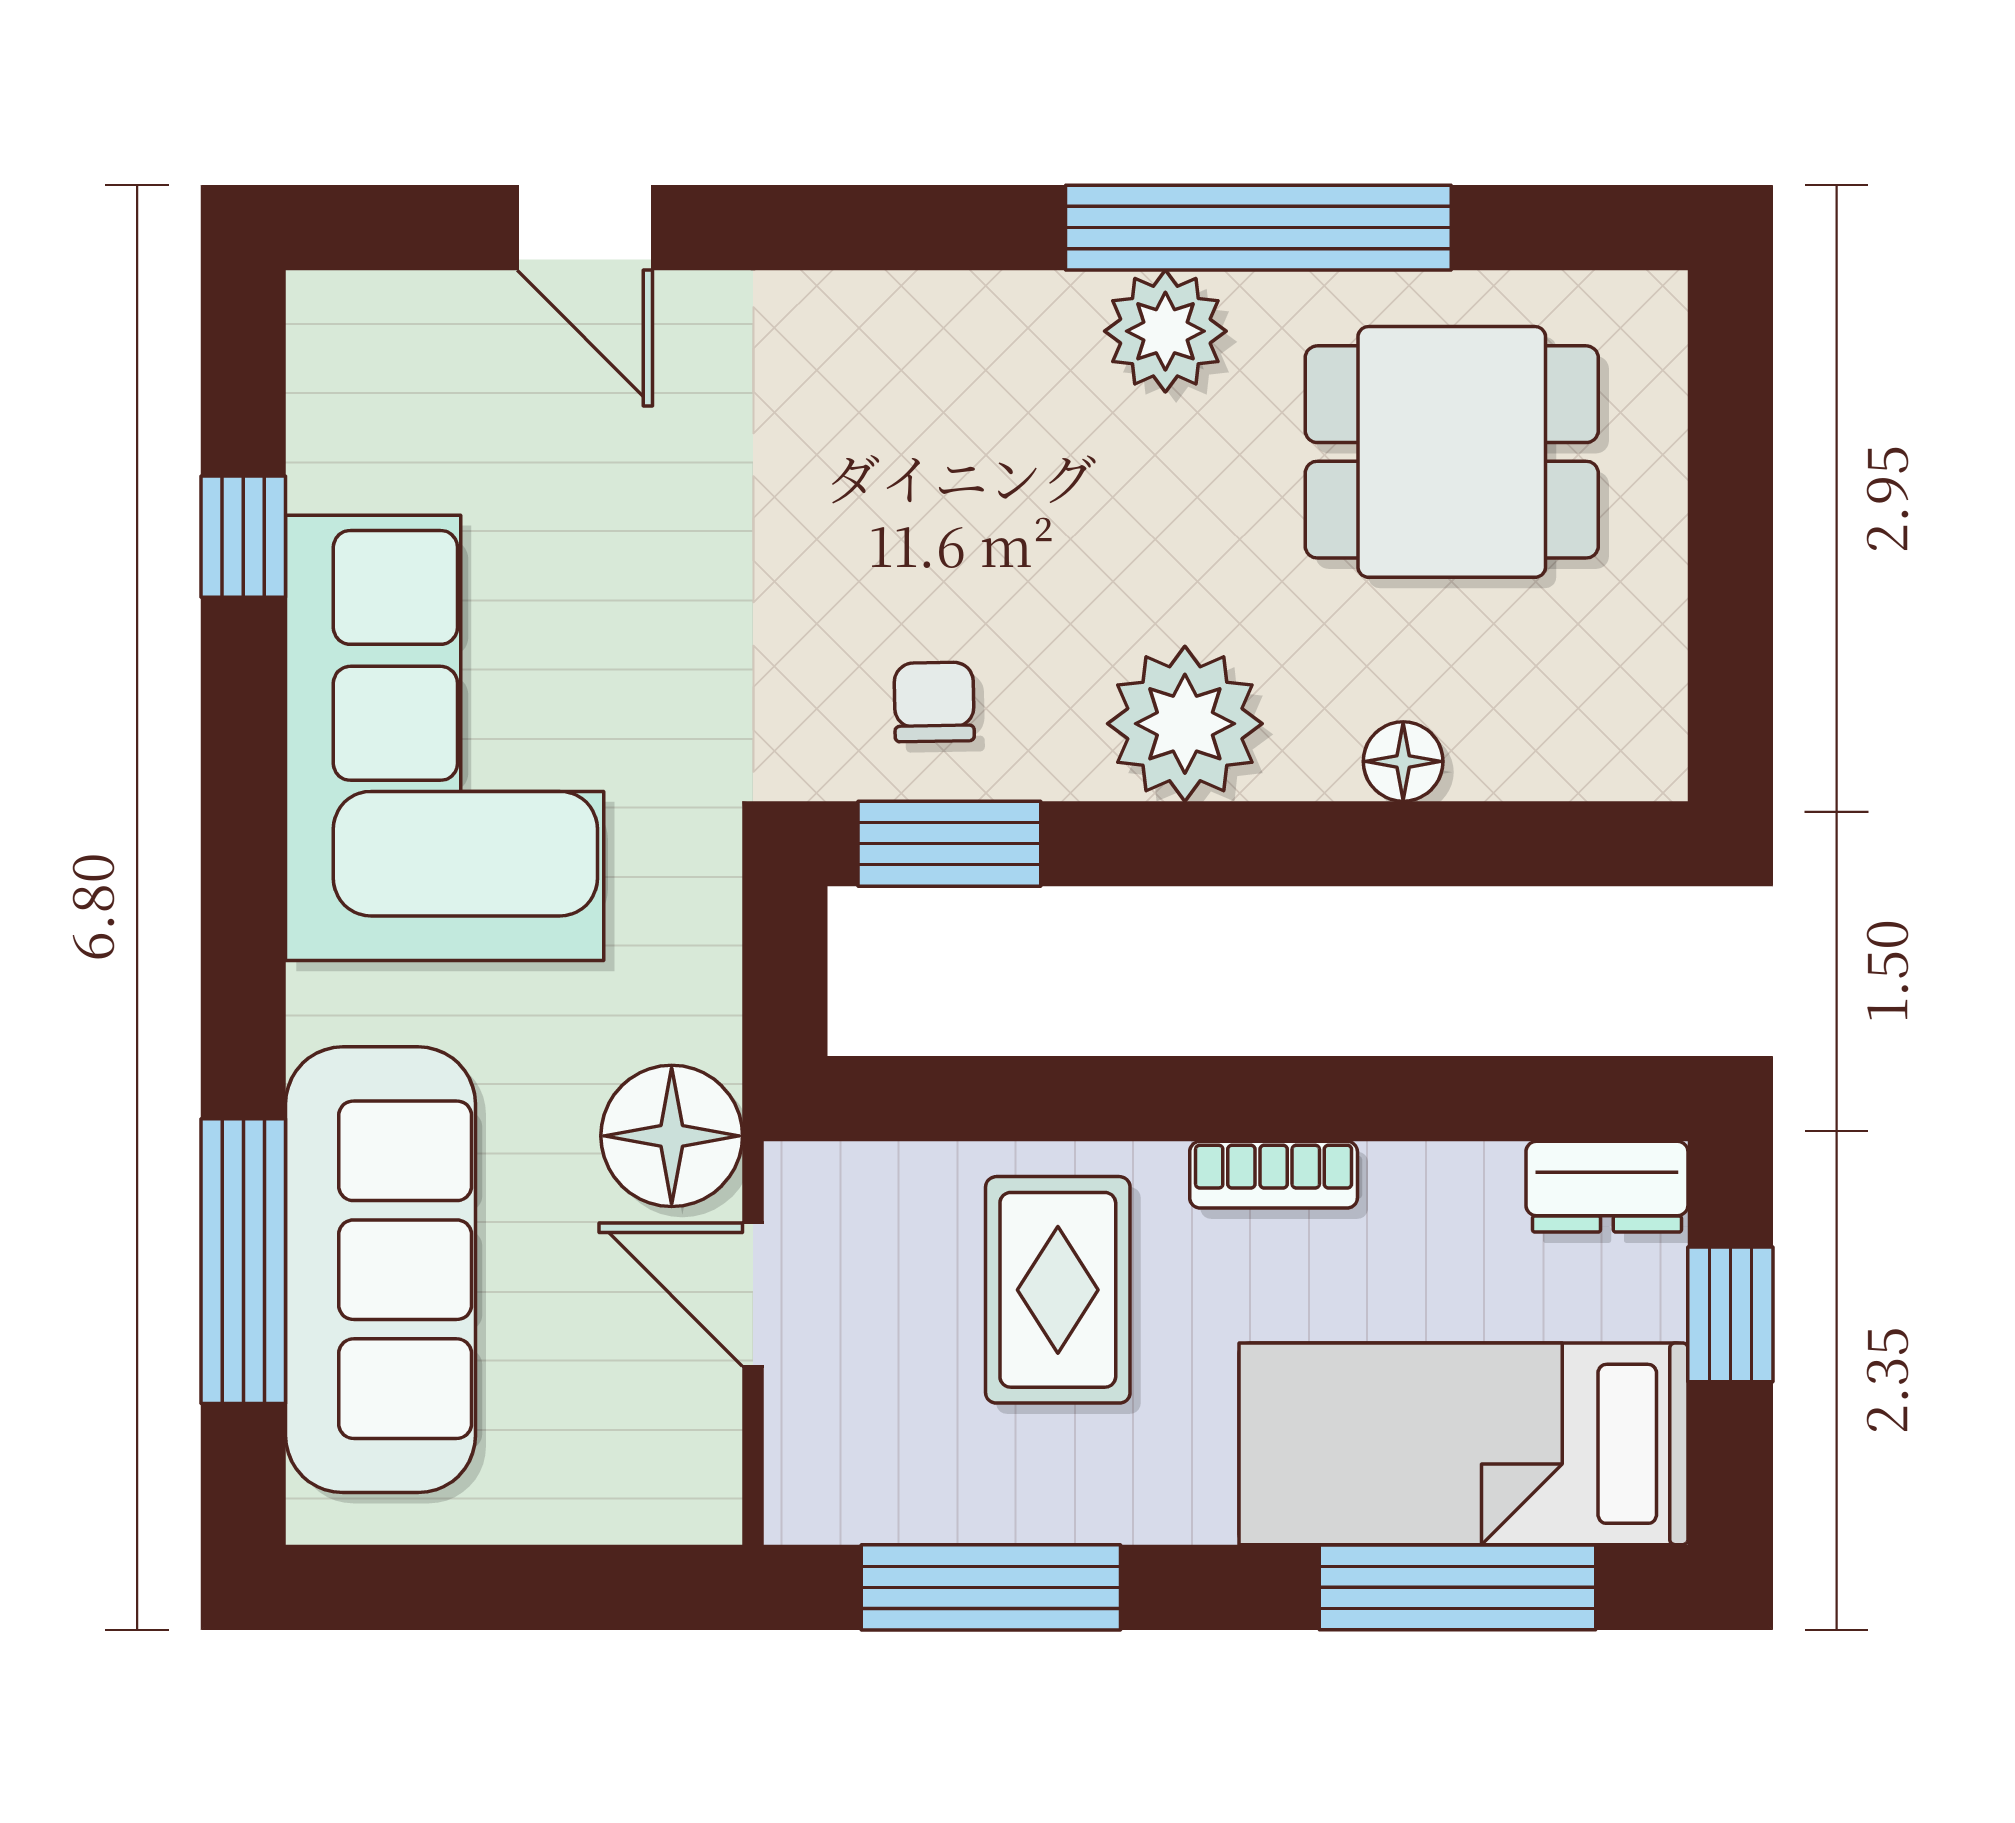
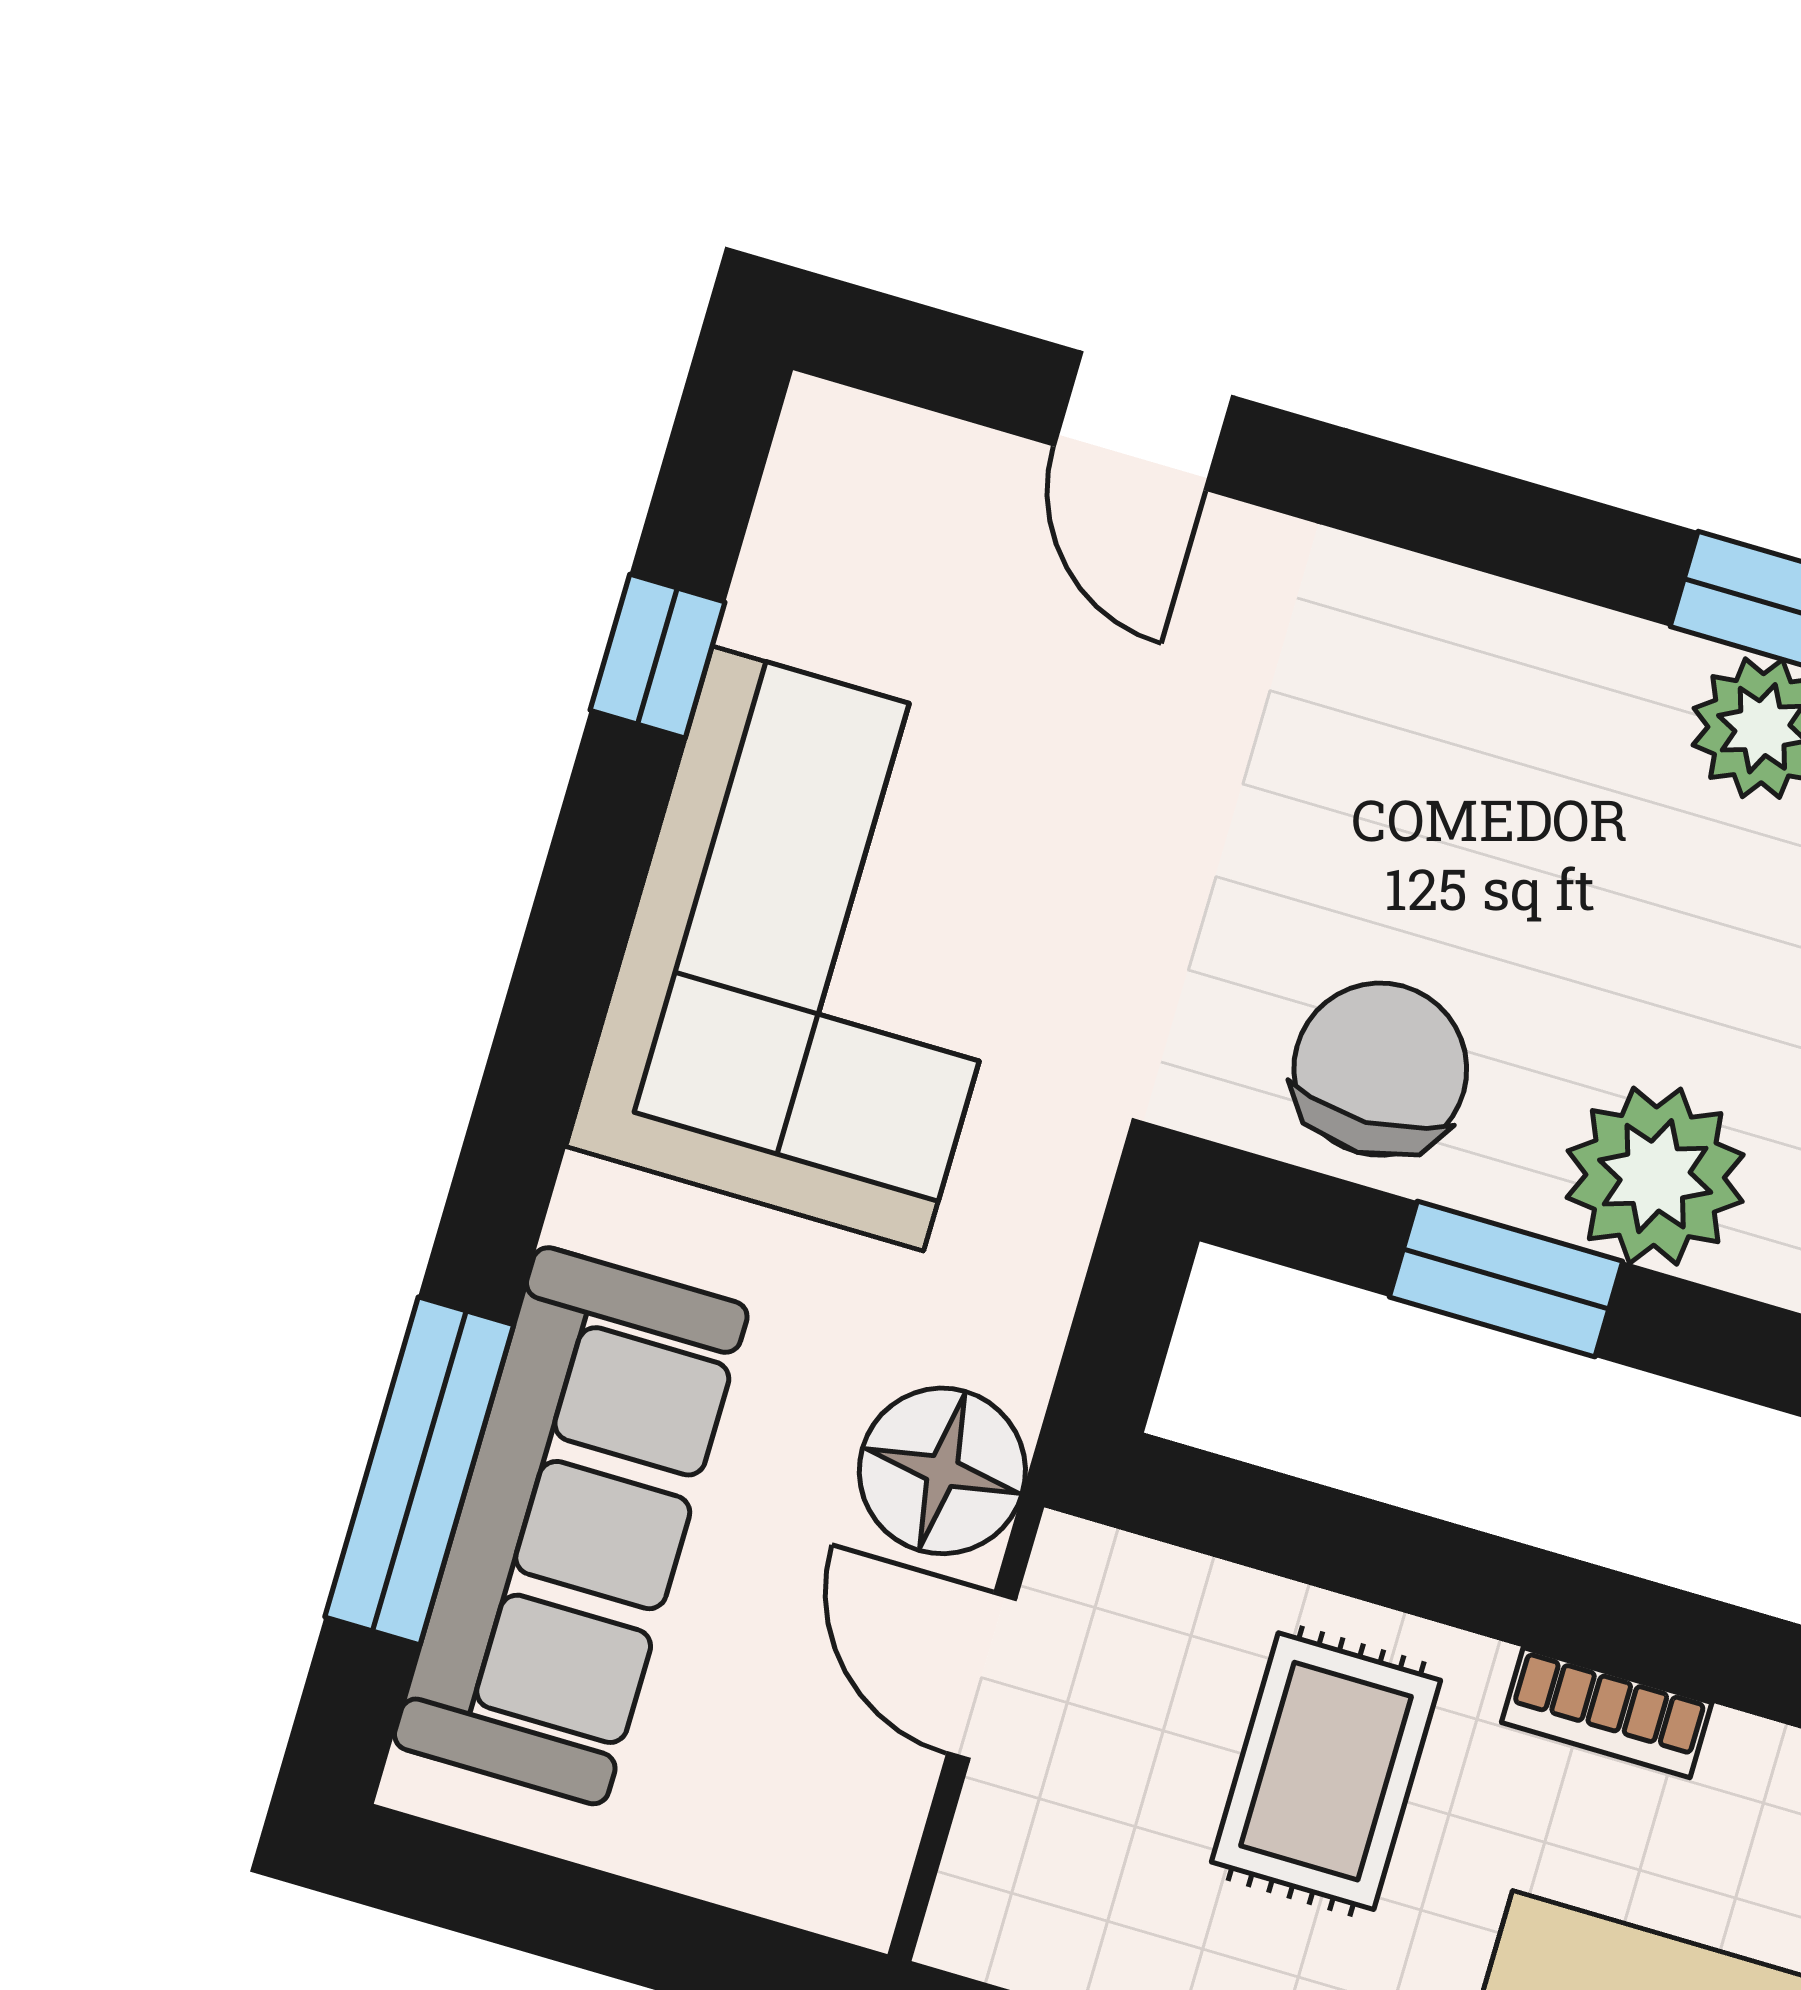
chair: (934, 702) -> (1380, 1069), width x1.87, depth x1.87
window: (949, 844) -> (1506, 1279), moved

